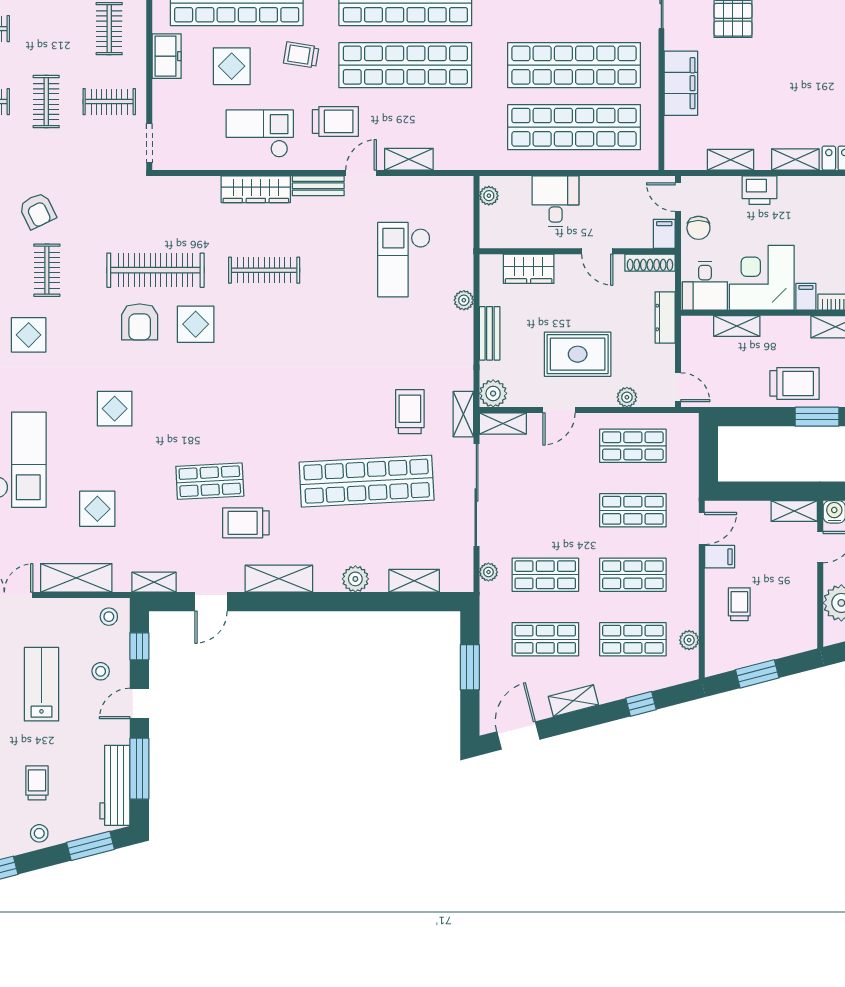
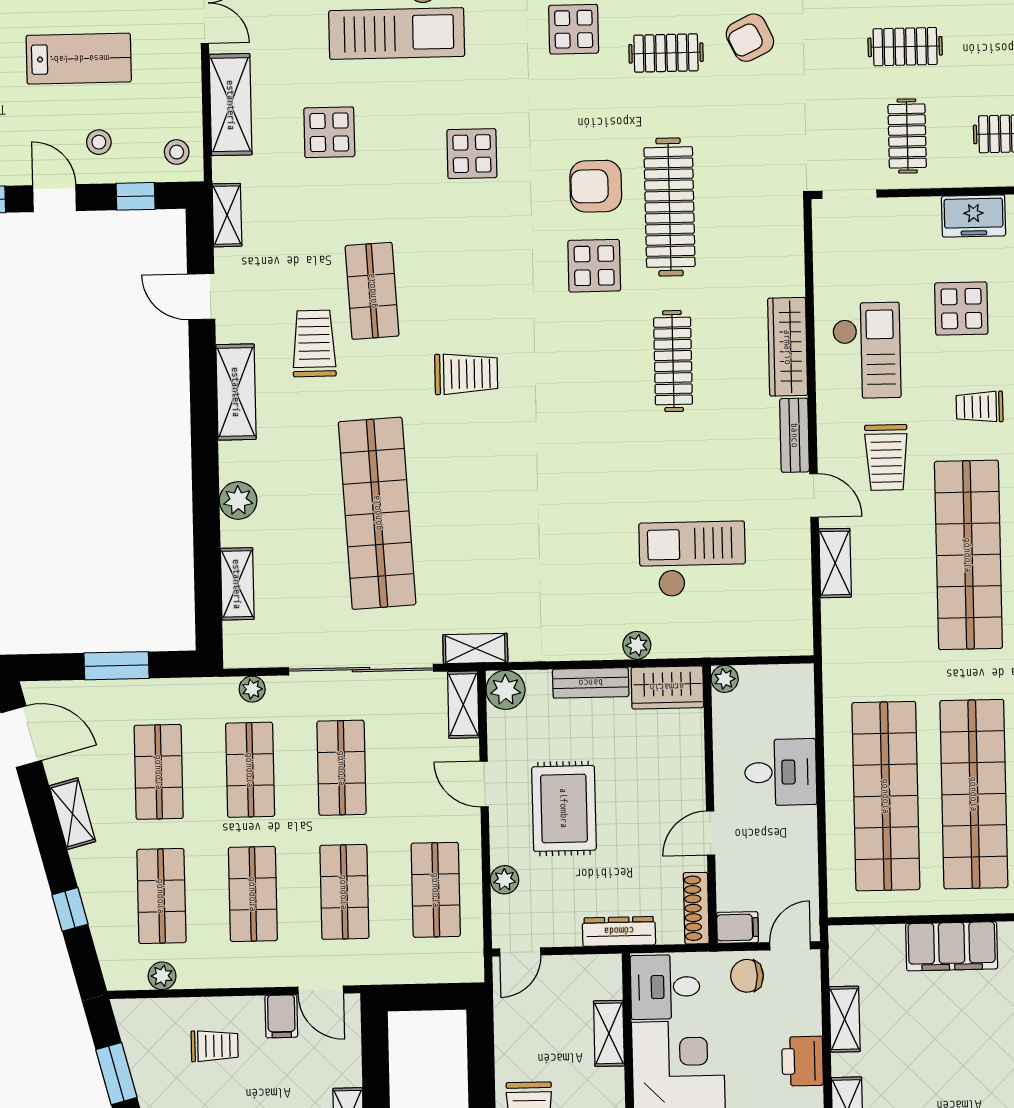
trolley: (301, 55) -> (980, 407), turned -99
plant: (489, 196) -> (725, 679), moved
wardrobe: (529, 269) -> (667, 687), moved, turned -90
trolley: (410, 412) -> (466, 374), moved
shop shelf: (545, 510) -> (342, 768), added

